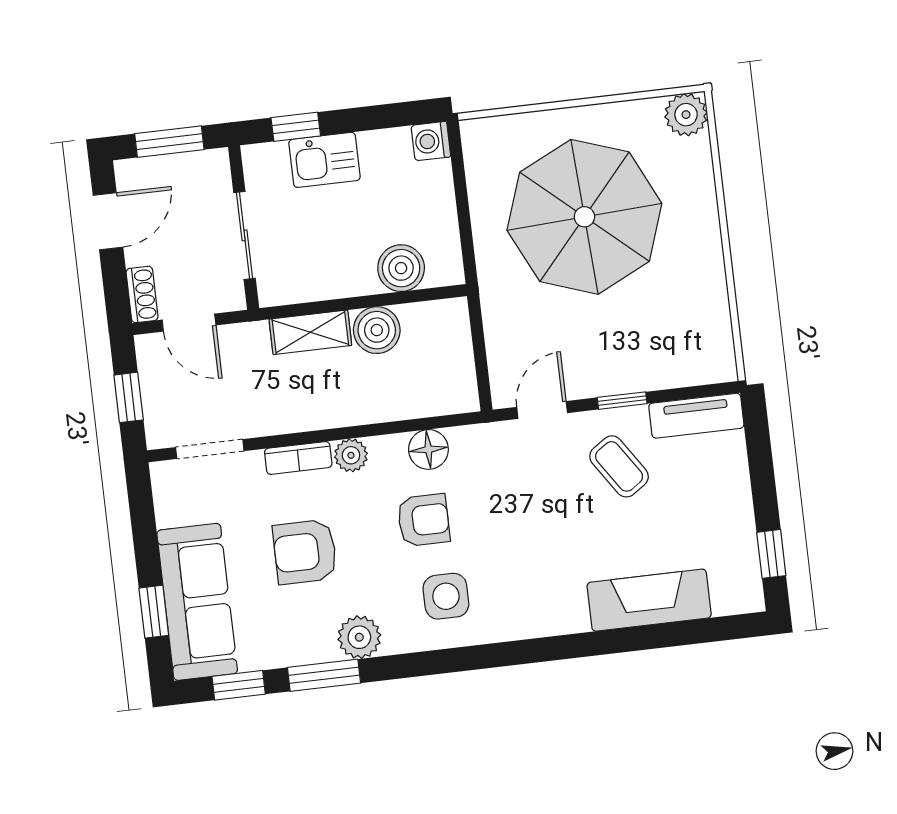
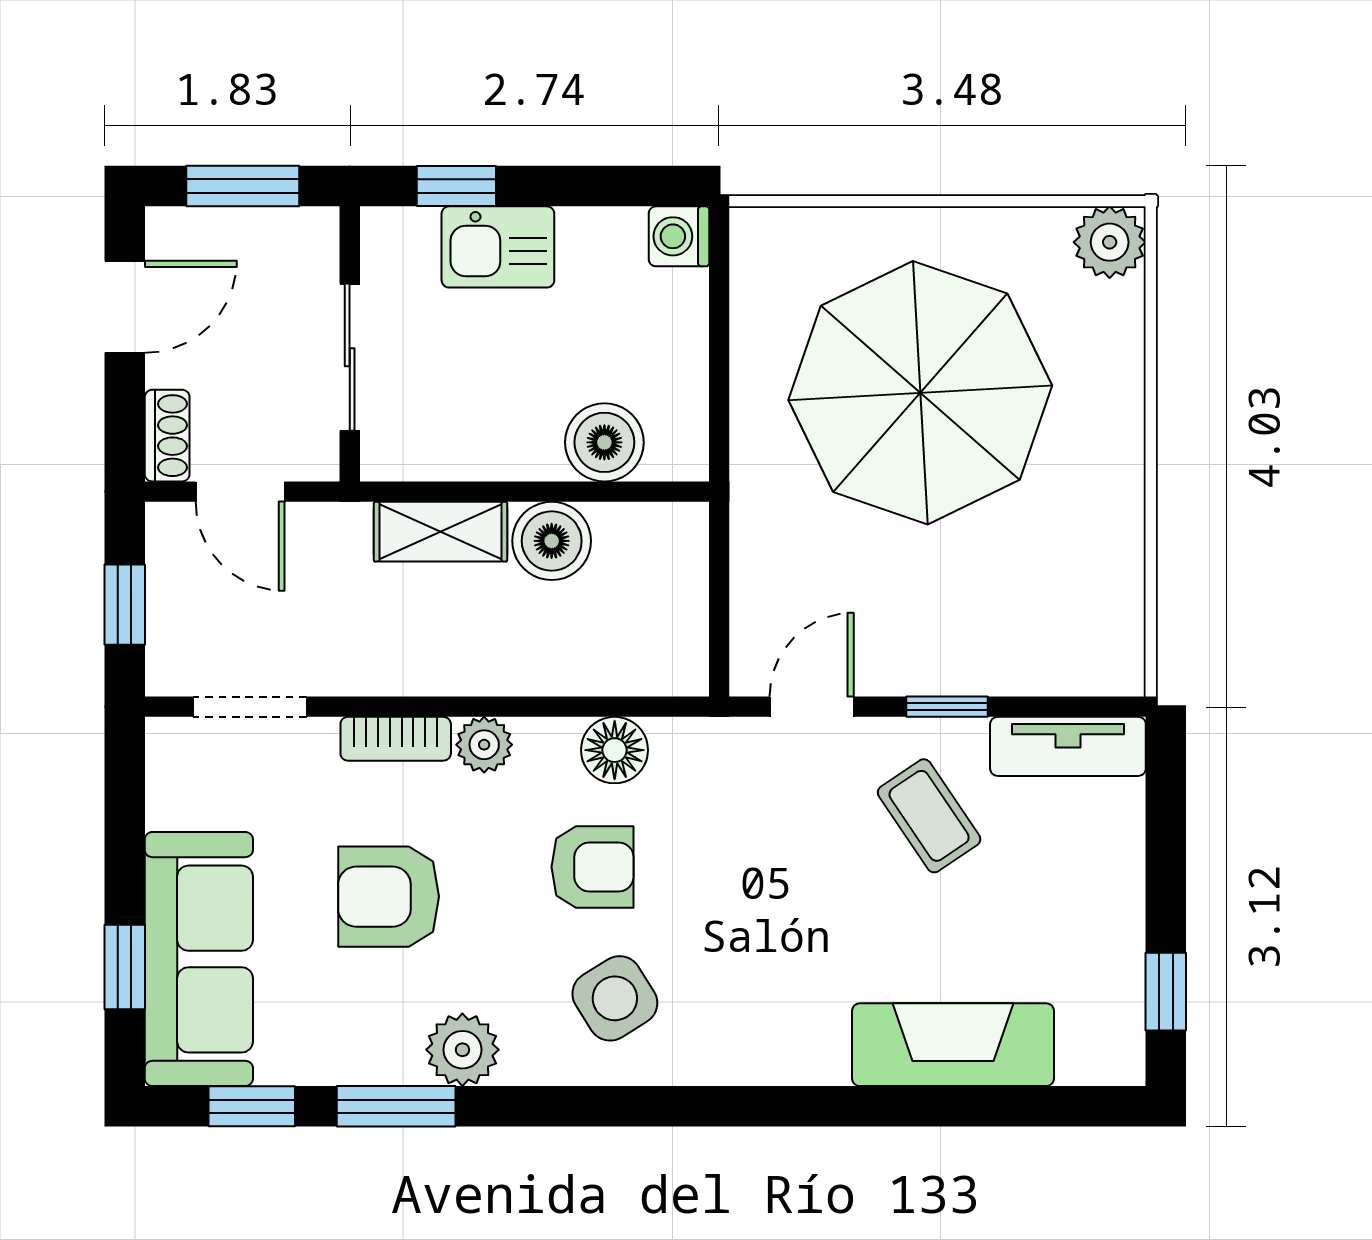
side table: (446, 596) -> (615, 998), turned -32

